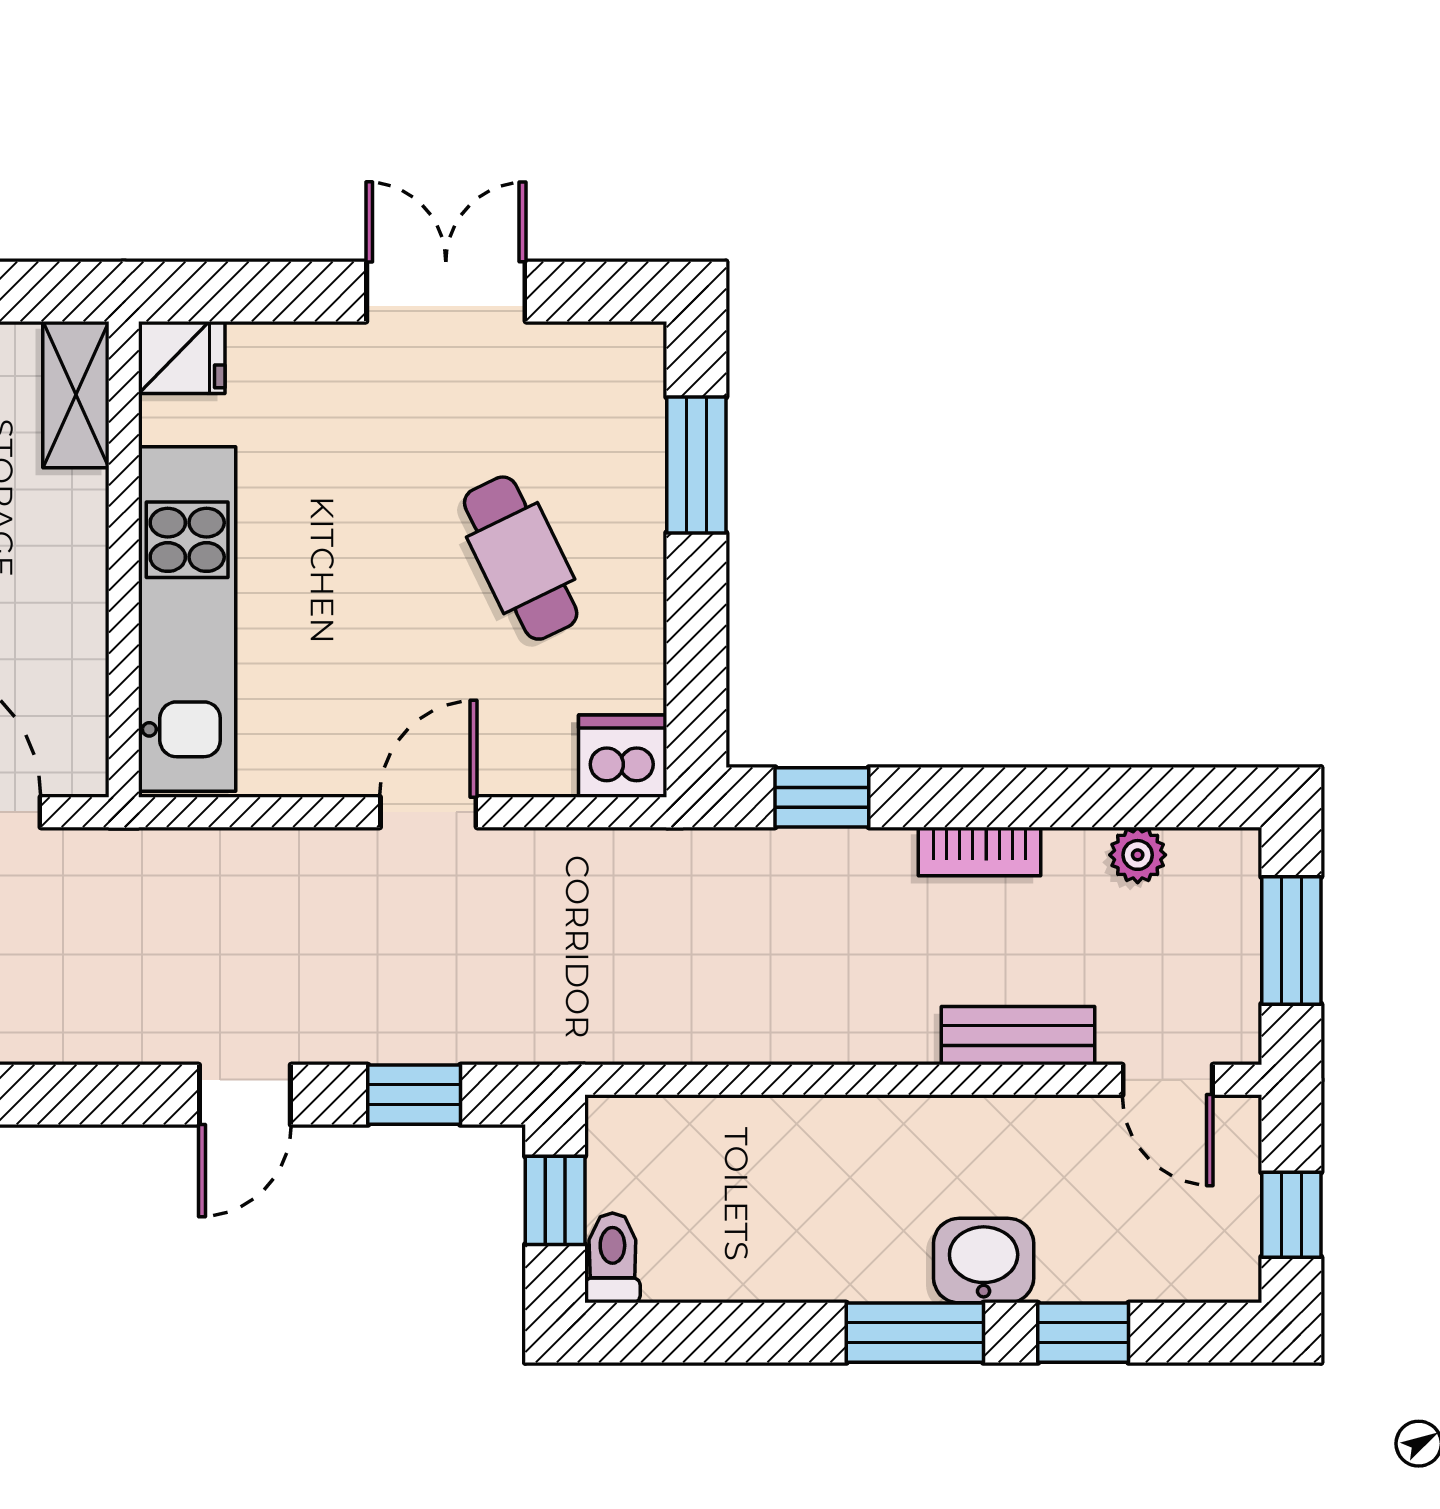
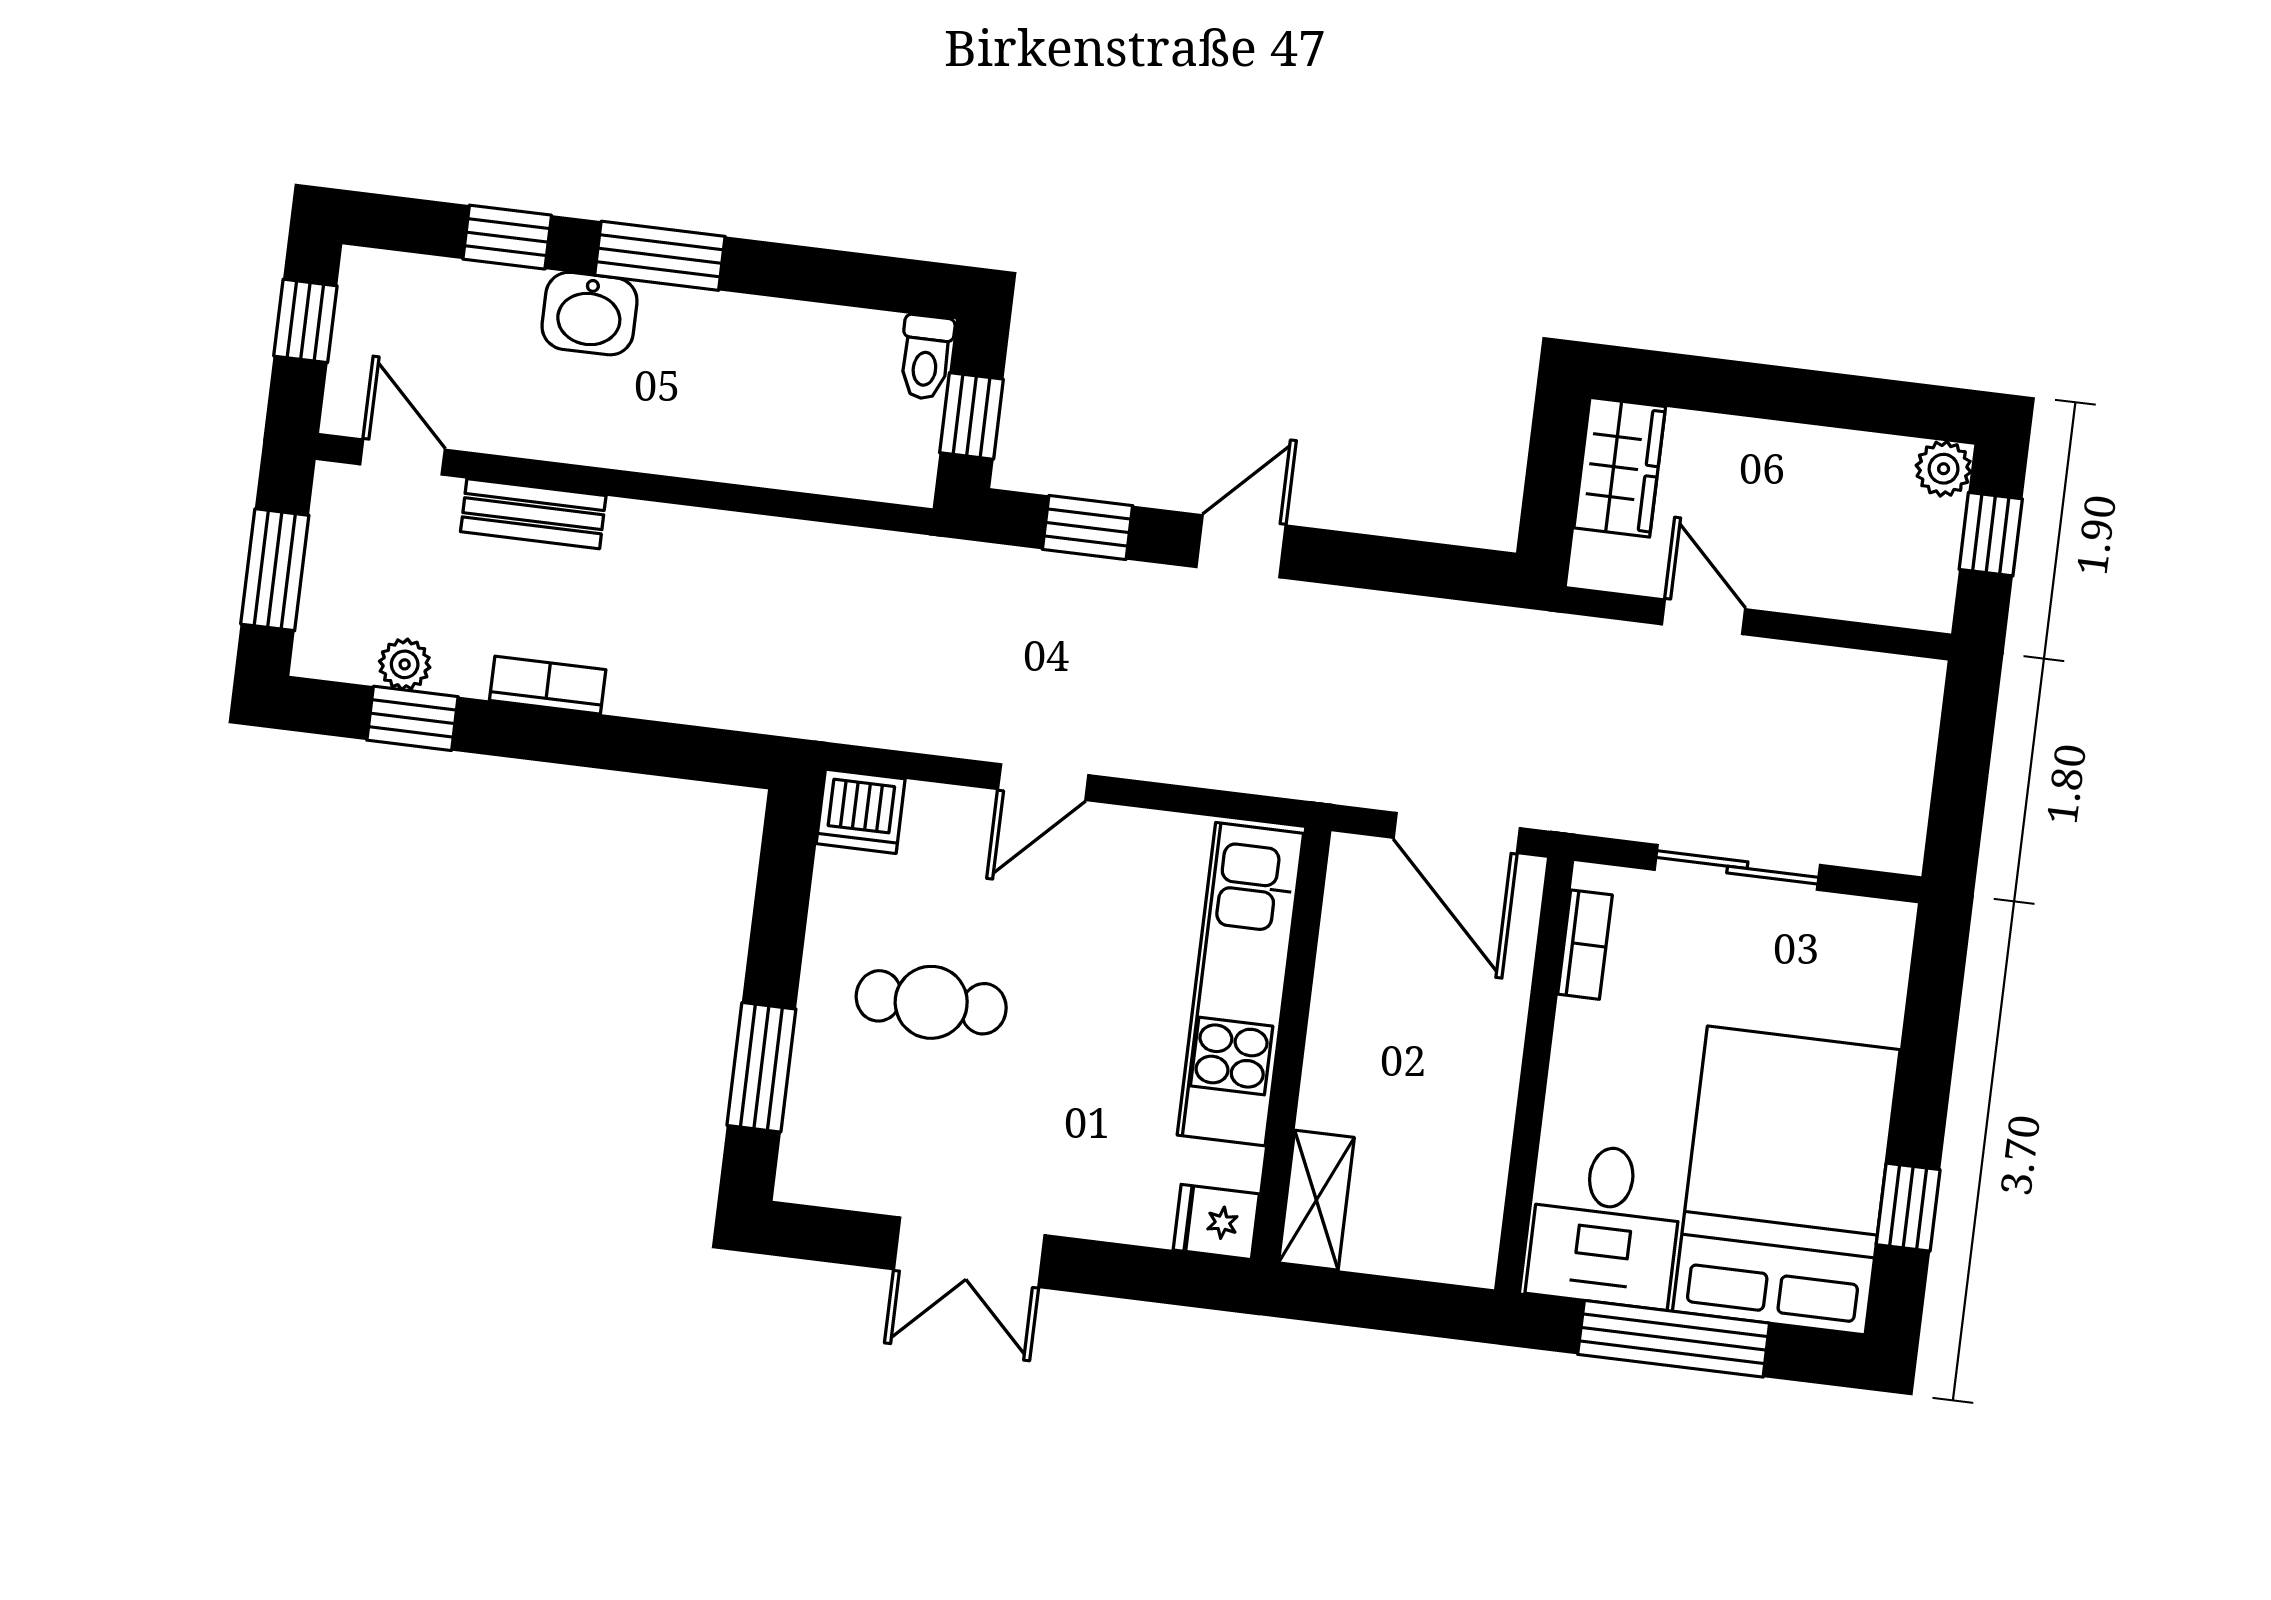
cafe table: (521, 558) -> (931, 1002), turned -64
window: (822, 797) -> (413, 718), moved

